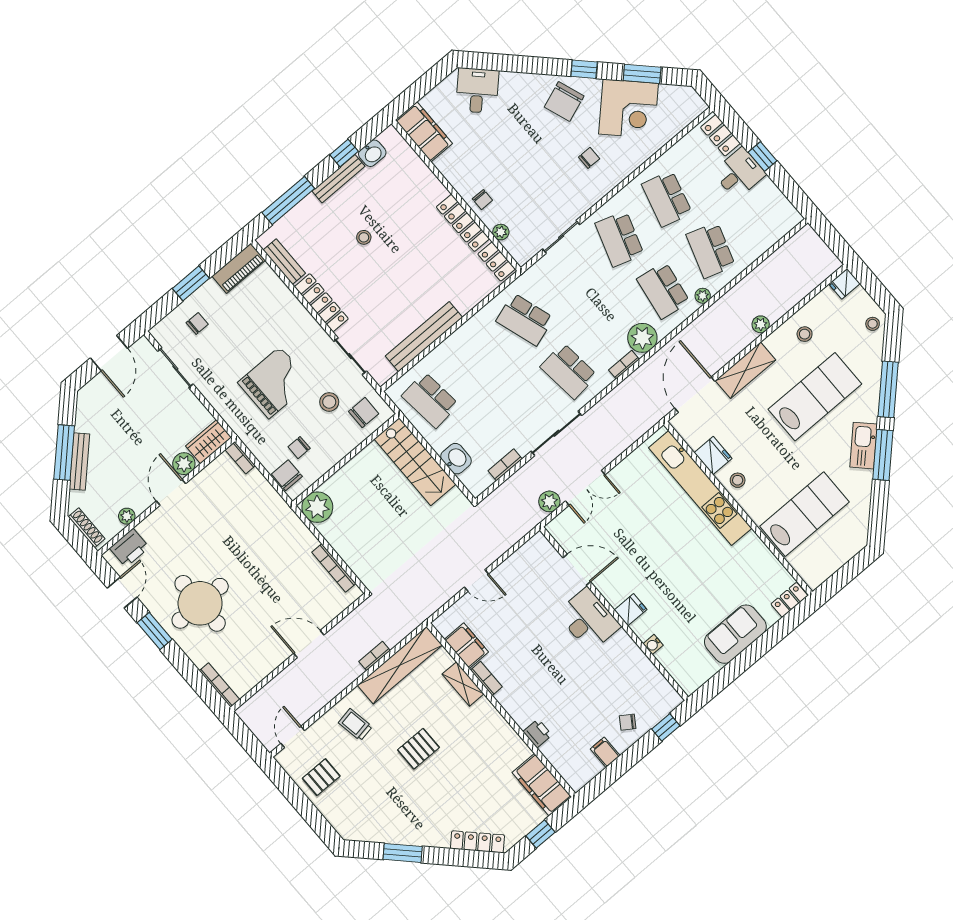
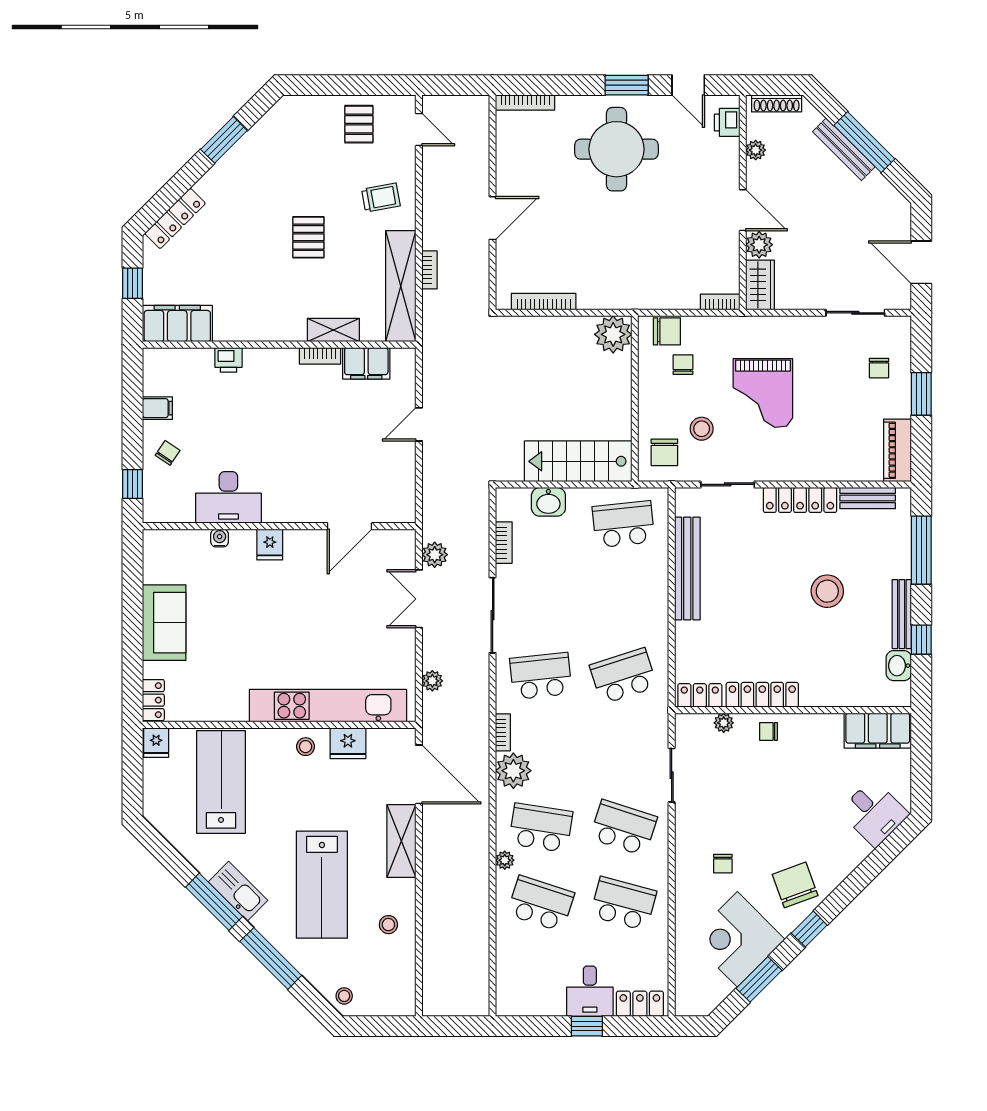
stool: (364, 237) -> (827, 591), width x1.89, depth x1.89
fridge: (844, 284) -> (156, 743), moved, turned 180
plant: (761, 324) -> (432, 681), moved
lab bench: (804, 514) -> (221, 782), turned 180
printer: (129, 548) -> (727, 122), width x0.73, depth x0.81
desk: (588, 620) -> (228, 497), moved

